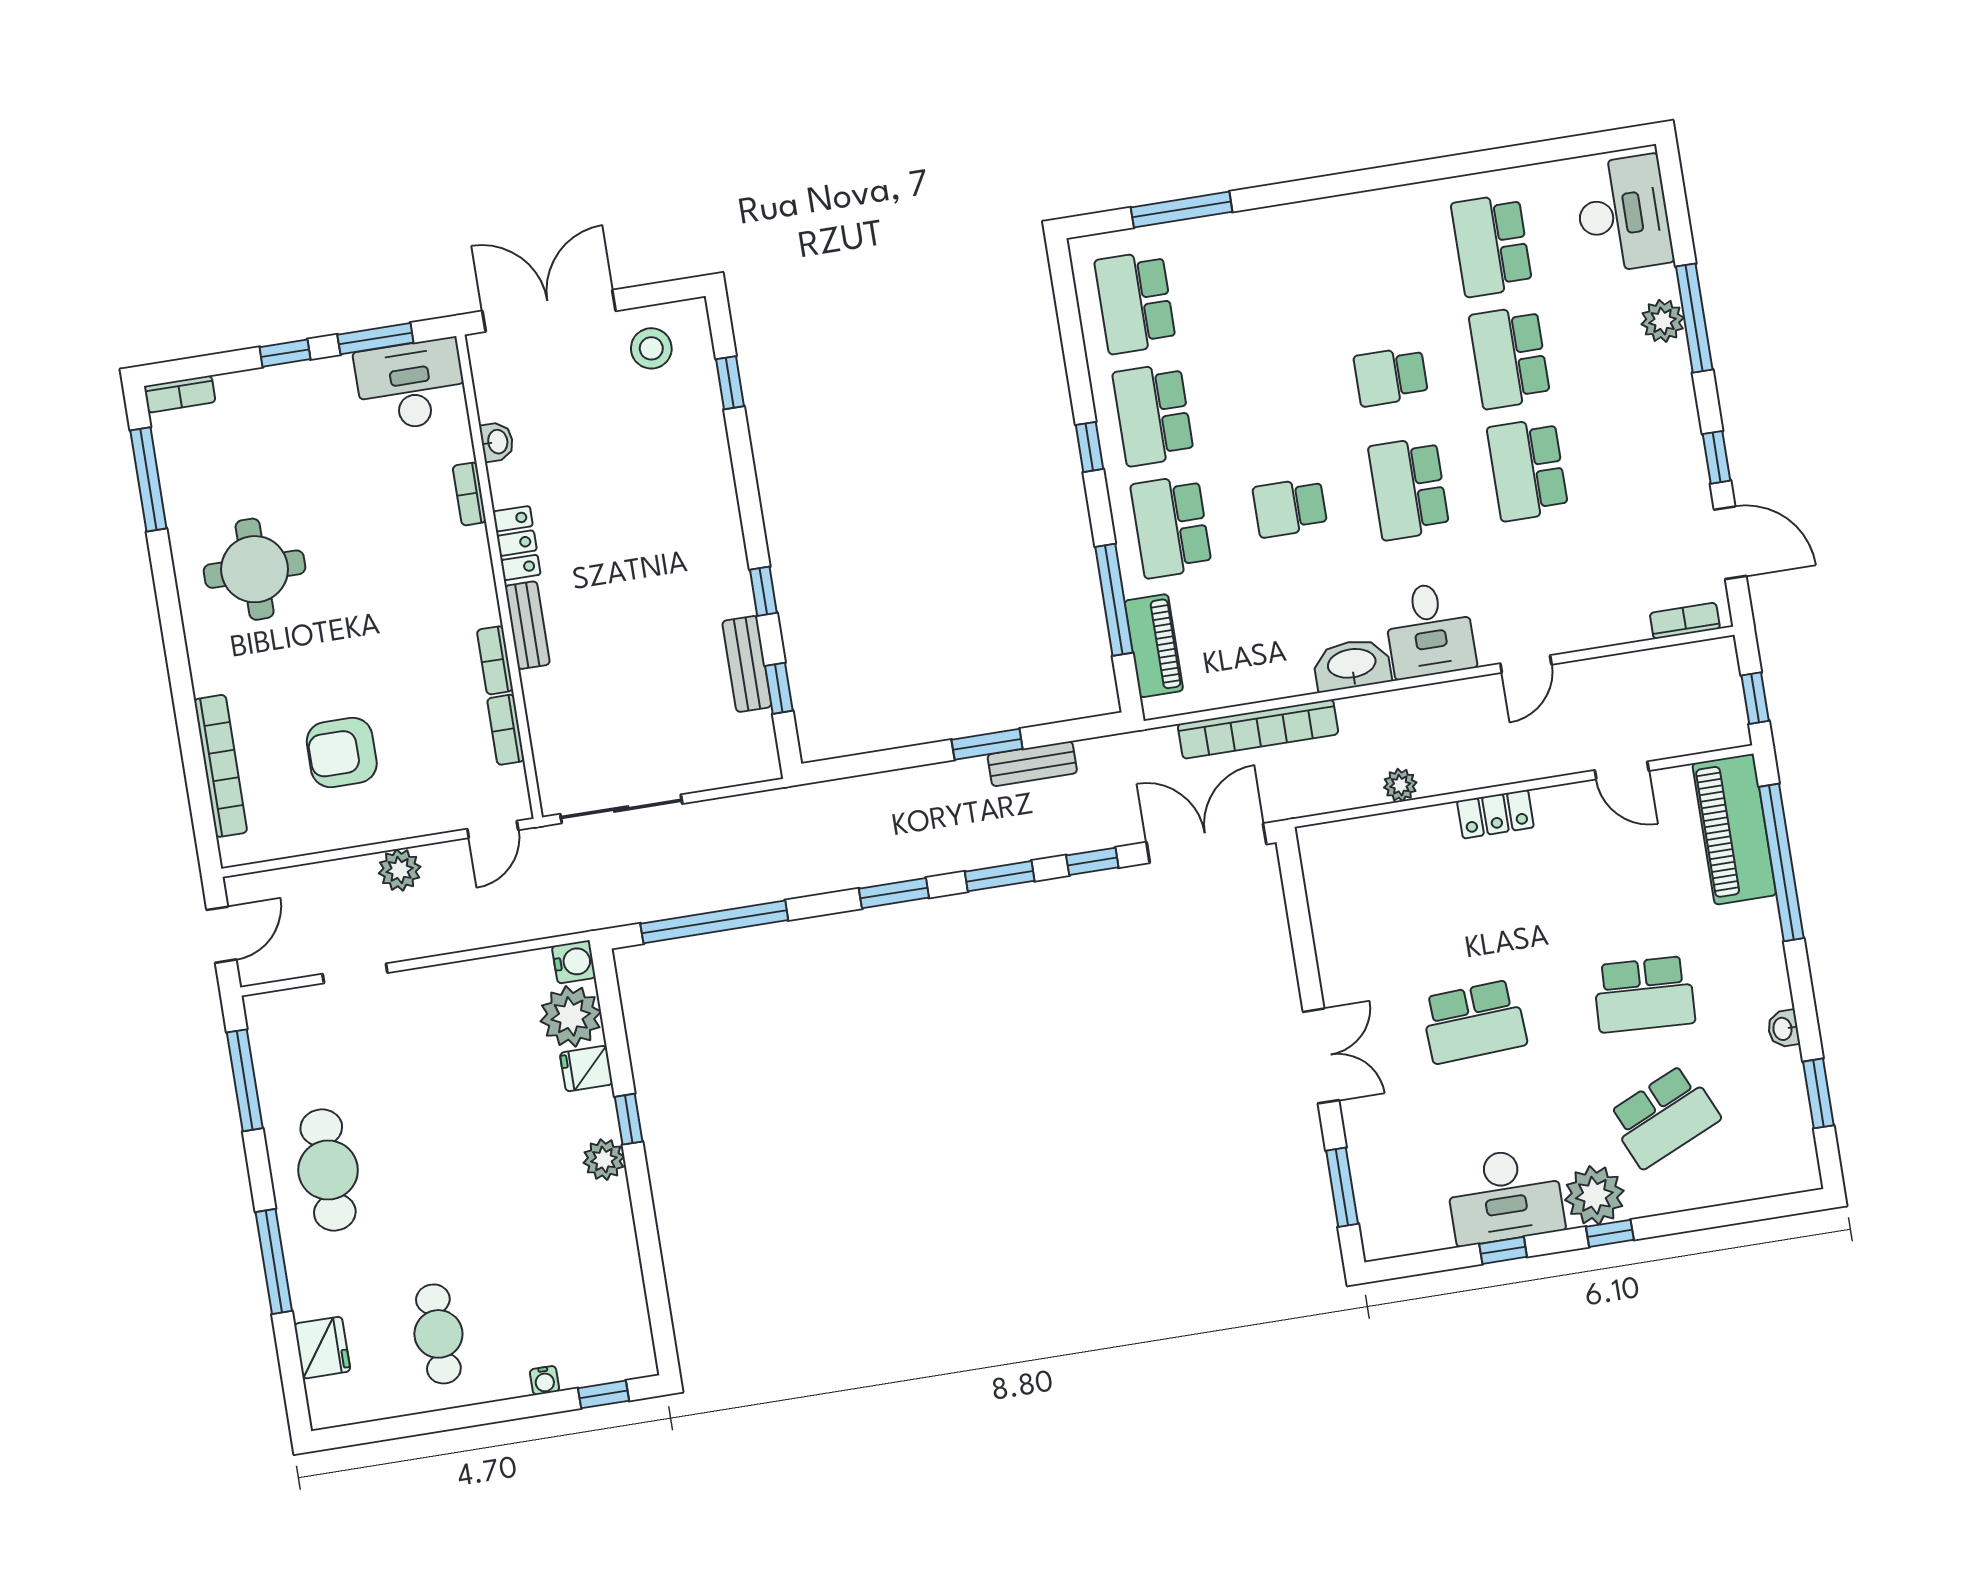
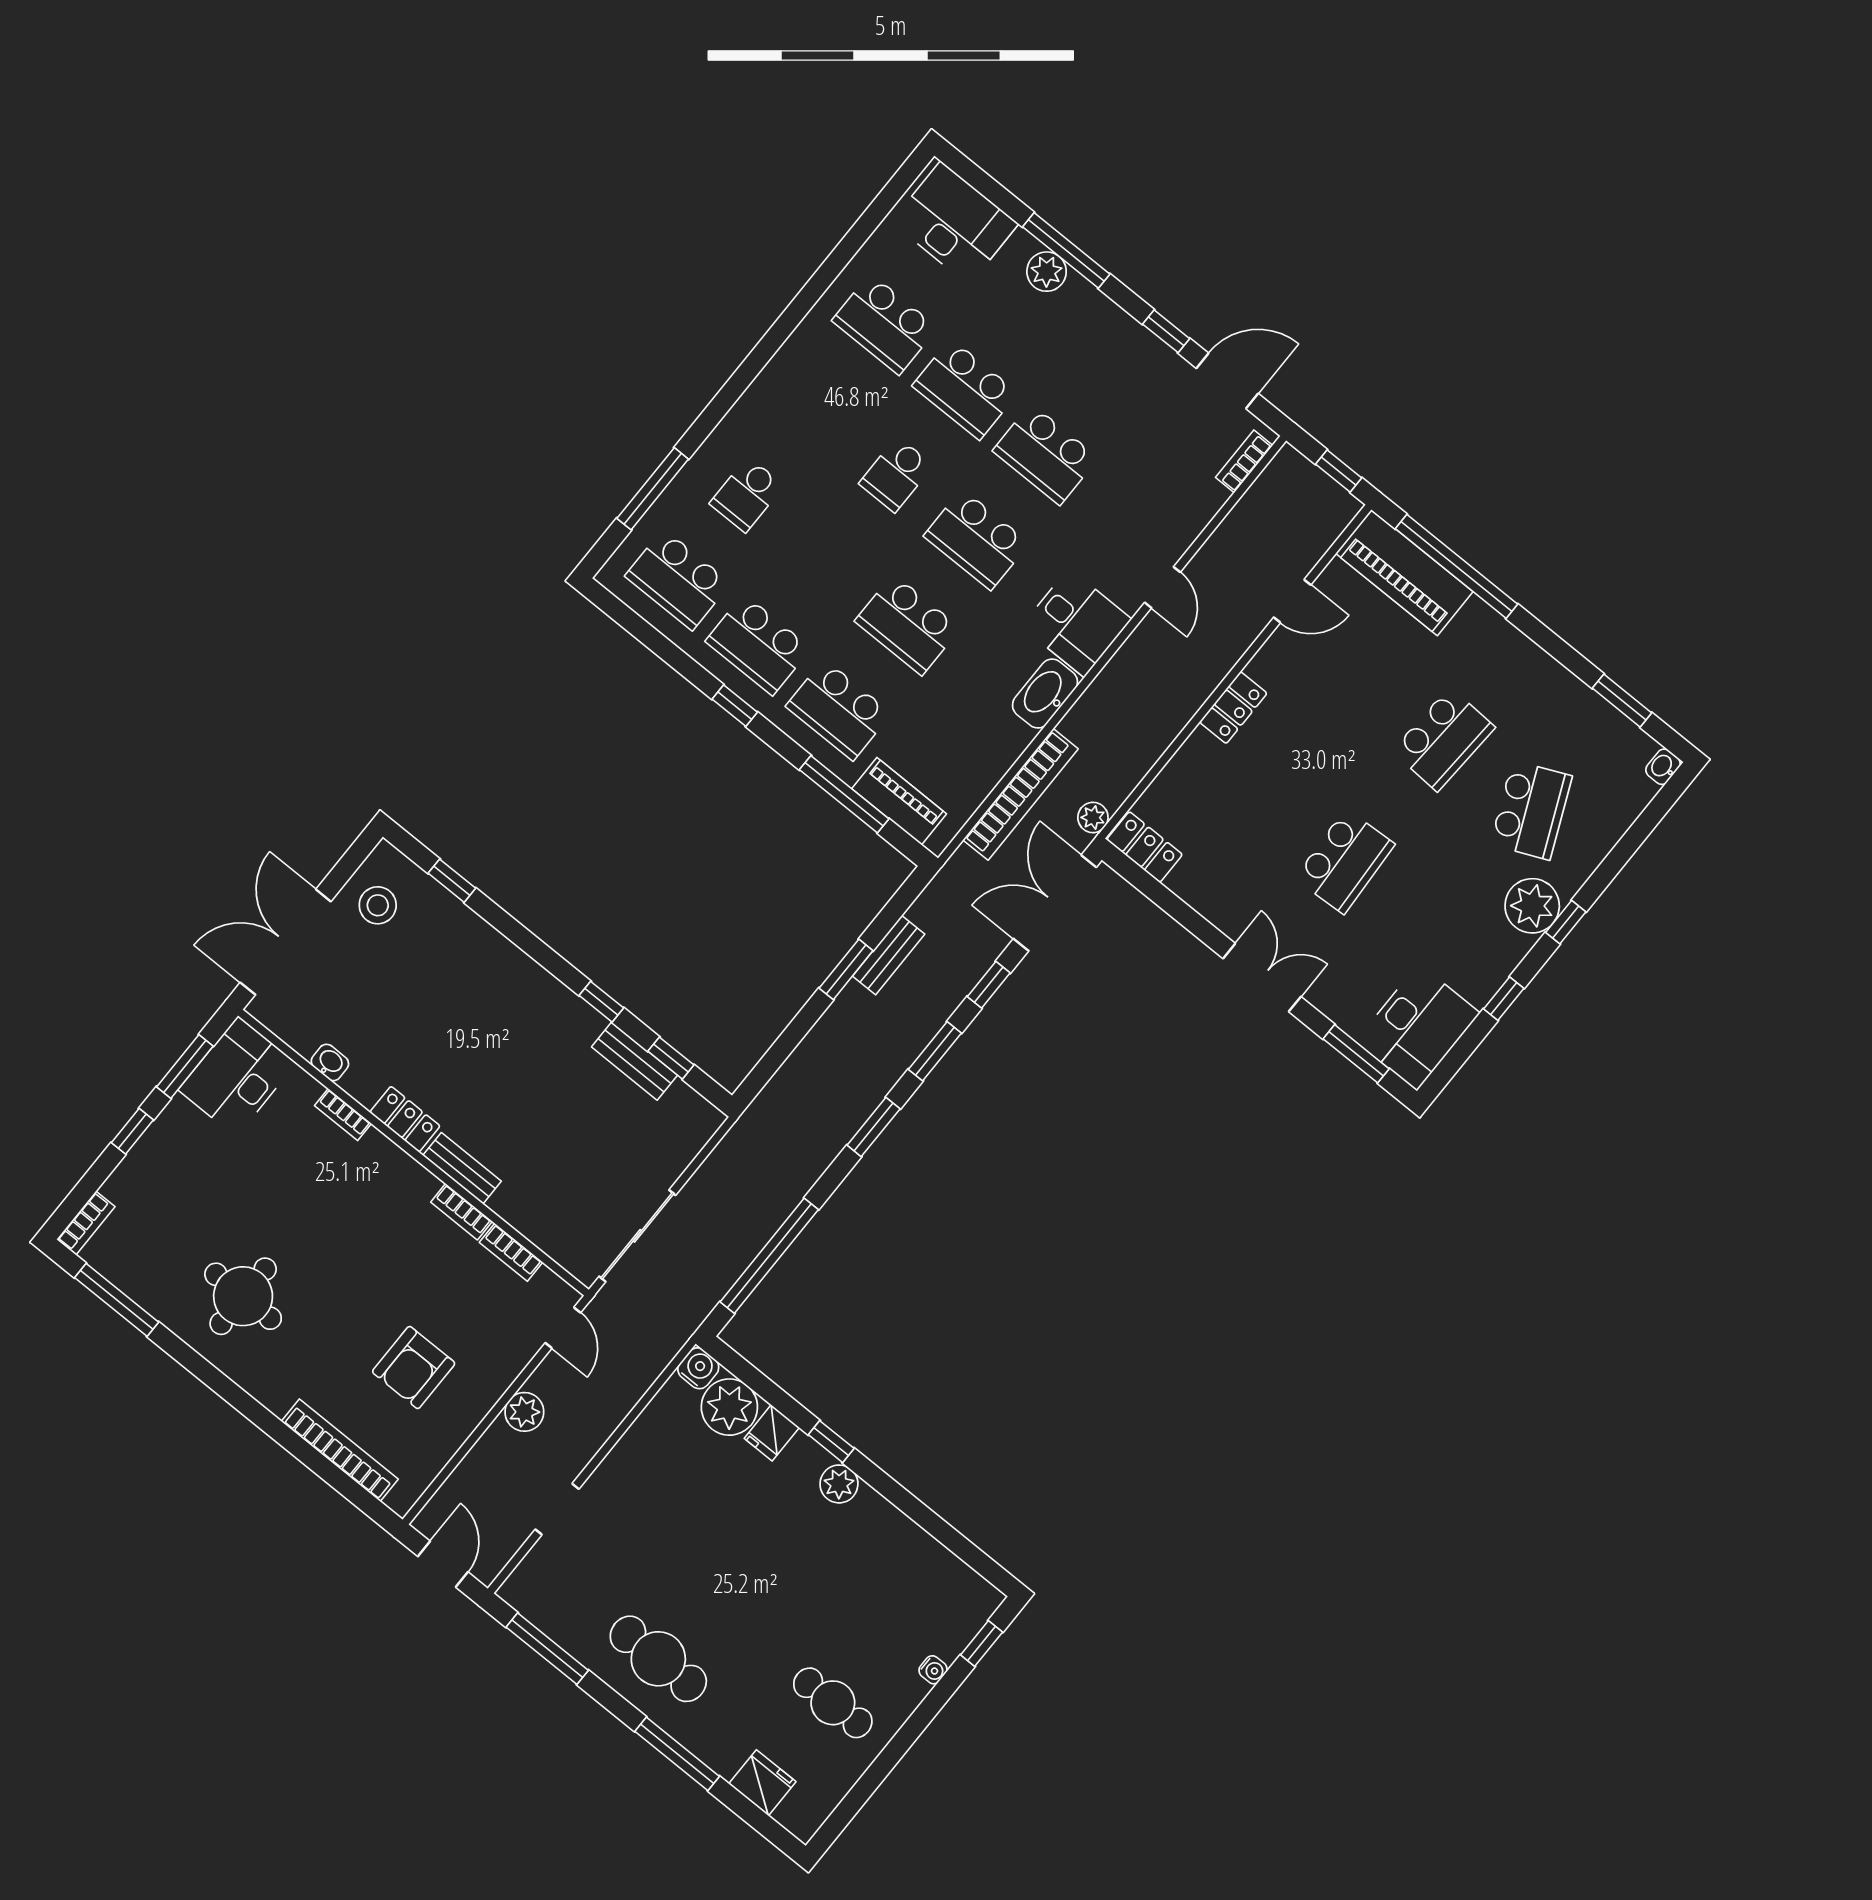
school desk: (1254, 283) -> (747, 495), added
school desk: (1290, 508) -> (907, 625), width x1.85
plant: (1400, 785) -> (1093, 817), moved
locker: (1321, 863) -> (1145, 847), added
washbasin: (1783, 1029) -> (1663, 767), moved, turned 90
desk: (1505, 1196) -> (1418, 1027), moved

